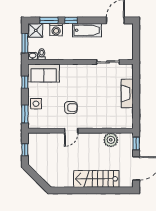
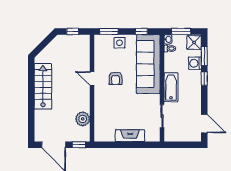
bathtub: (87, 30) -> (171, 87), moved, turned 180
sofa: (44, 73) -> (148, 64), width x1.85, depth x1.27
stairs: (96, 179) -> (43, 86), moved

